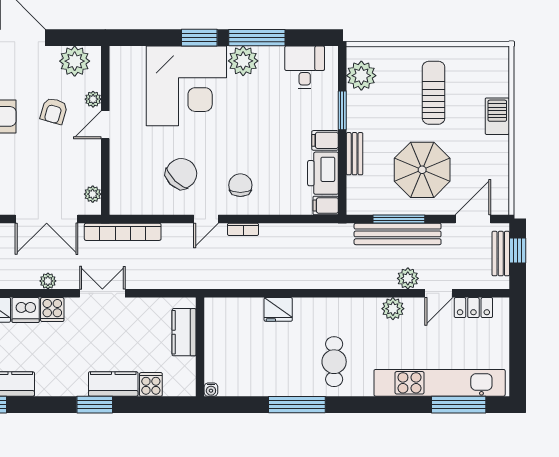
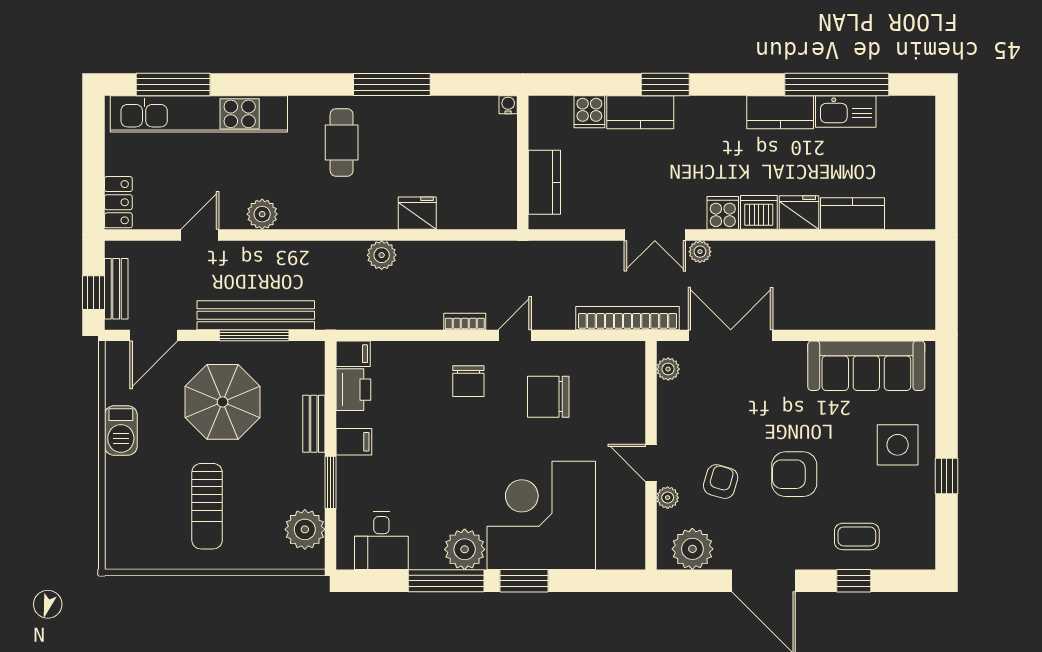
barbecue: (497, 116) -> (121, 430), moved
door: (105, 125) -> (651, 463), swing flipped
printer: (323, 173) -> (353, 390), width x0.73, depth x0.84
chair: (181, 174) -> (548, 397), turned 46
plant: (408, 278) -> (382, 255), moved
plant: (48, 281) -> (700, 252), moved
locker: (473, 308) -> (118, 202), moved, turned 90

